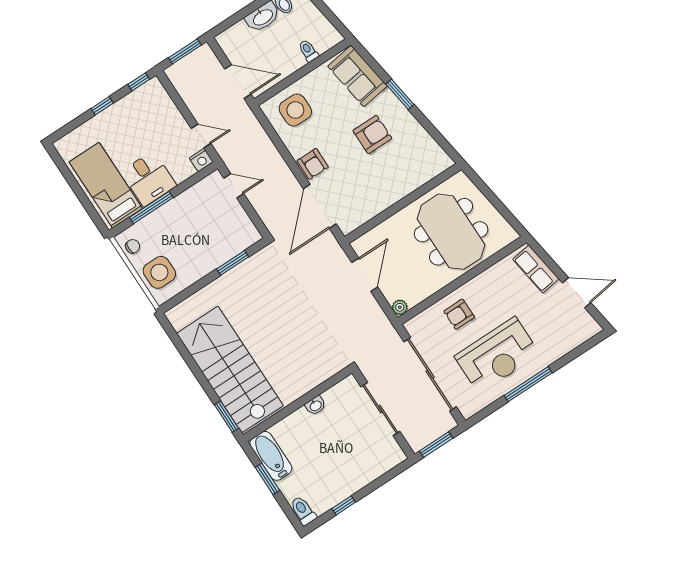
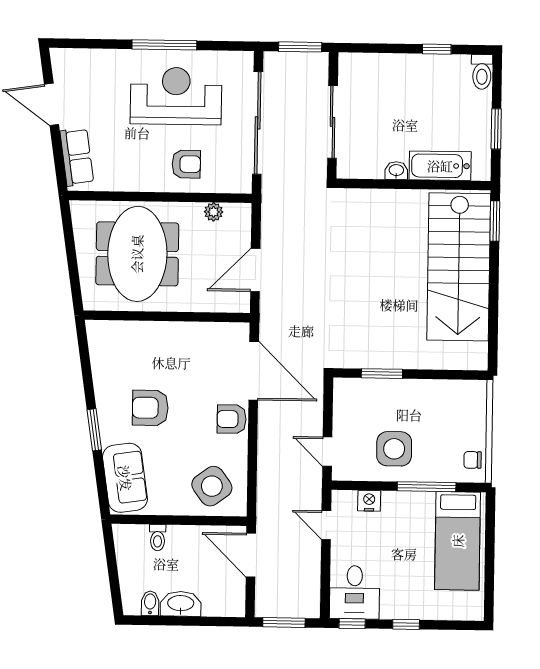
side table: (295, 110) -> (212, 486), turned -36
nightstand: (201, 160) -> (369, 501), moved
armchair: (313, 164) -> (232, 419), turned -90
desk: (149, 179) -> (355, 592), moved, turned 180
door: (320, 206) -> (254, 371), hinge flipped
side table: (159, 272) -> (394, 449), moved
plant: (400, 307) -> (214, 212), moved
bathtub: (271, 456) -> (440, 166), moved, turned 90

